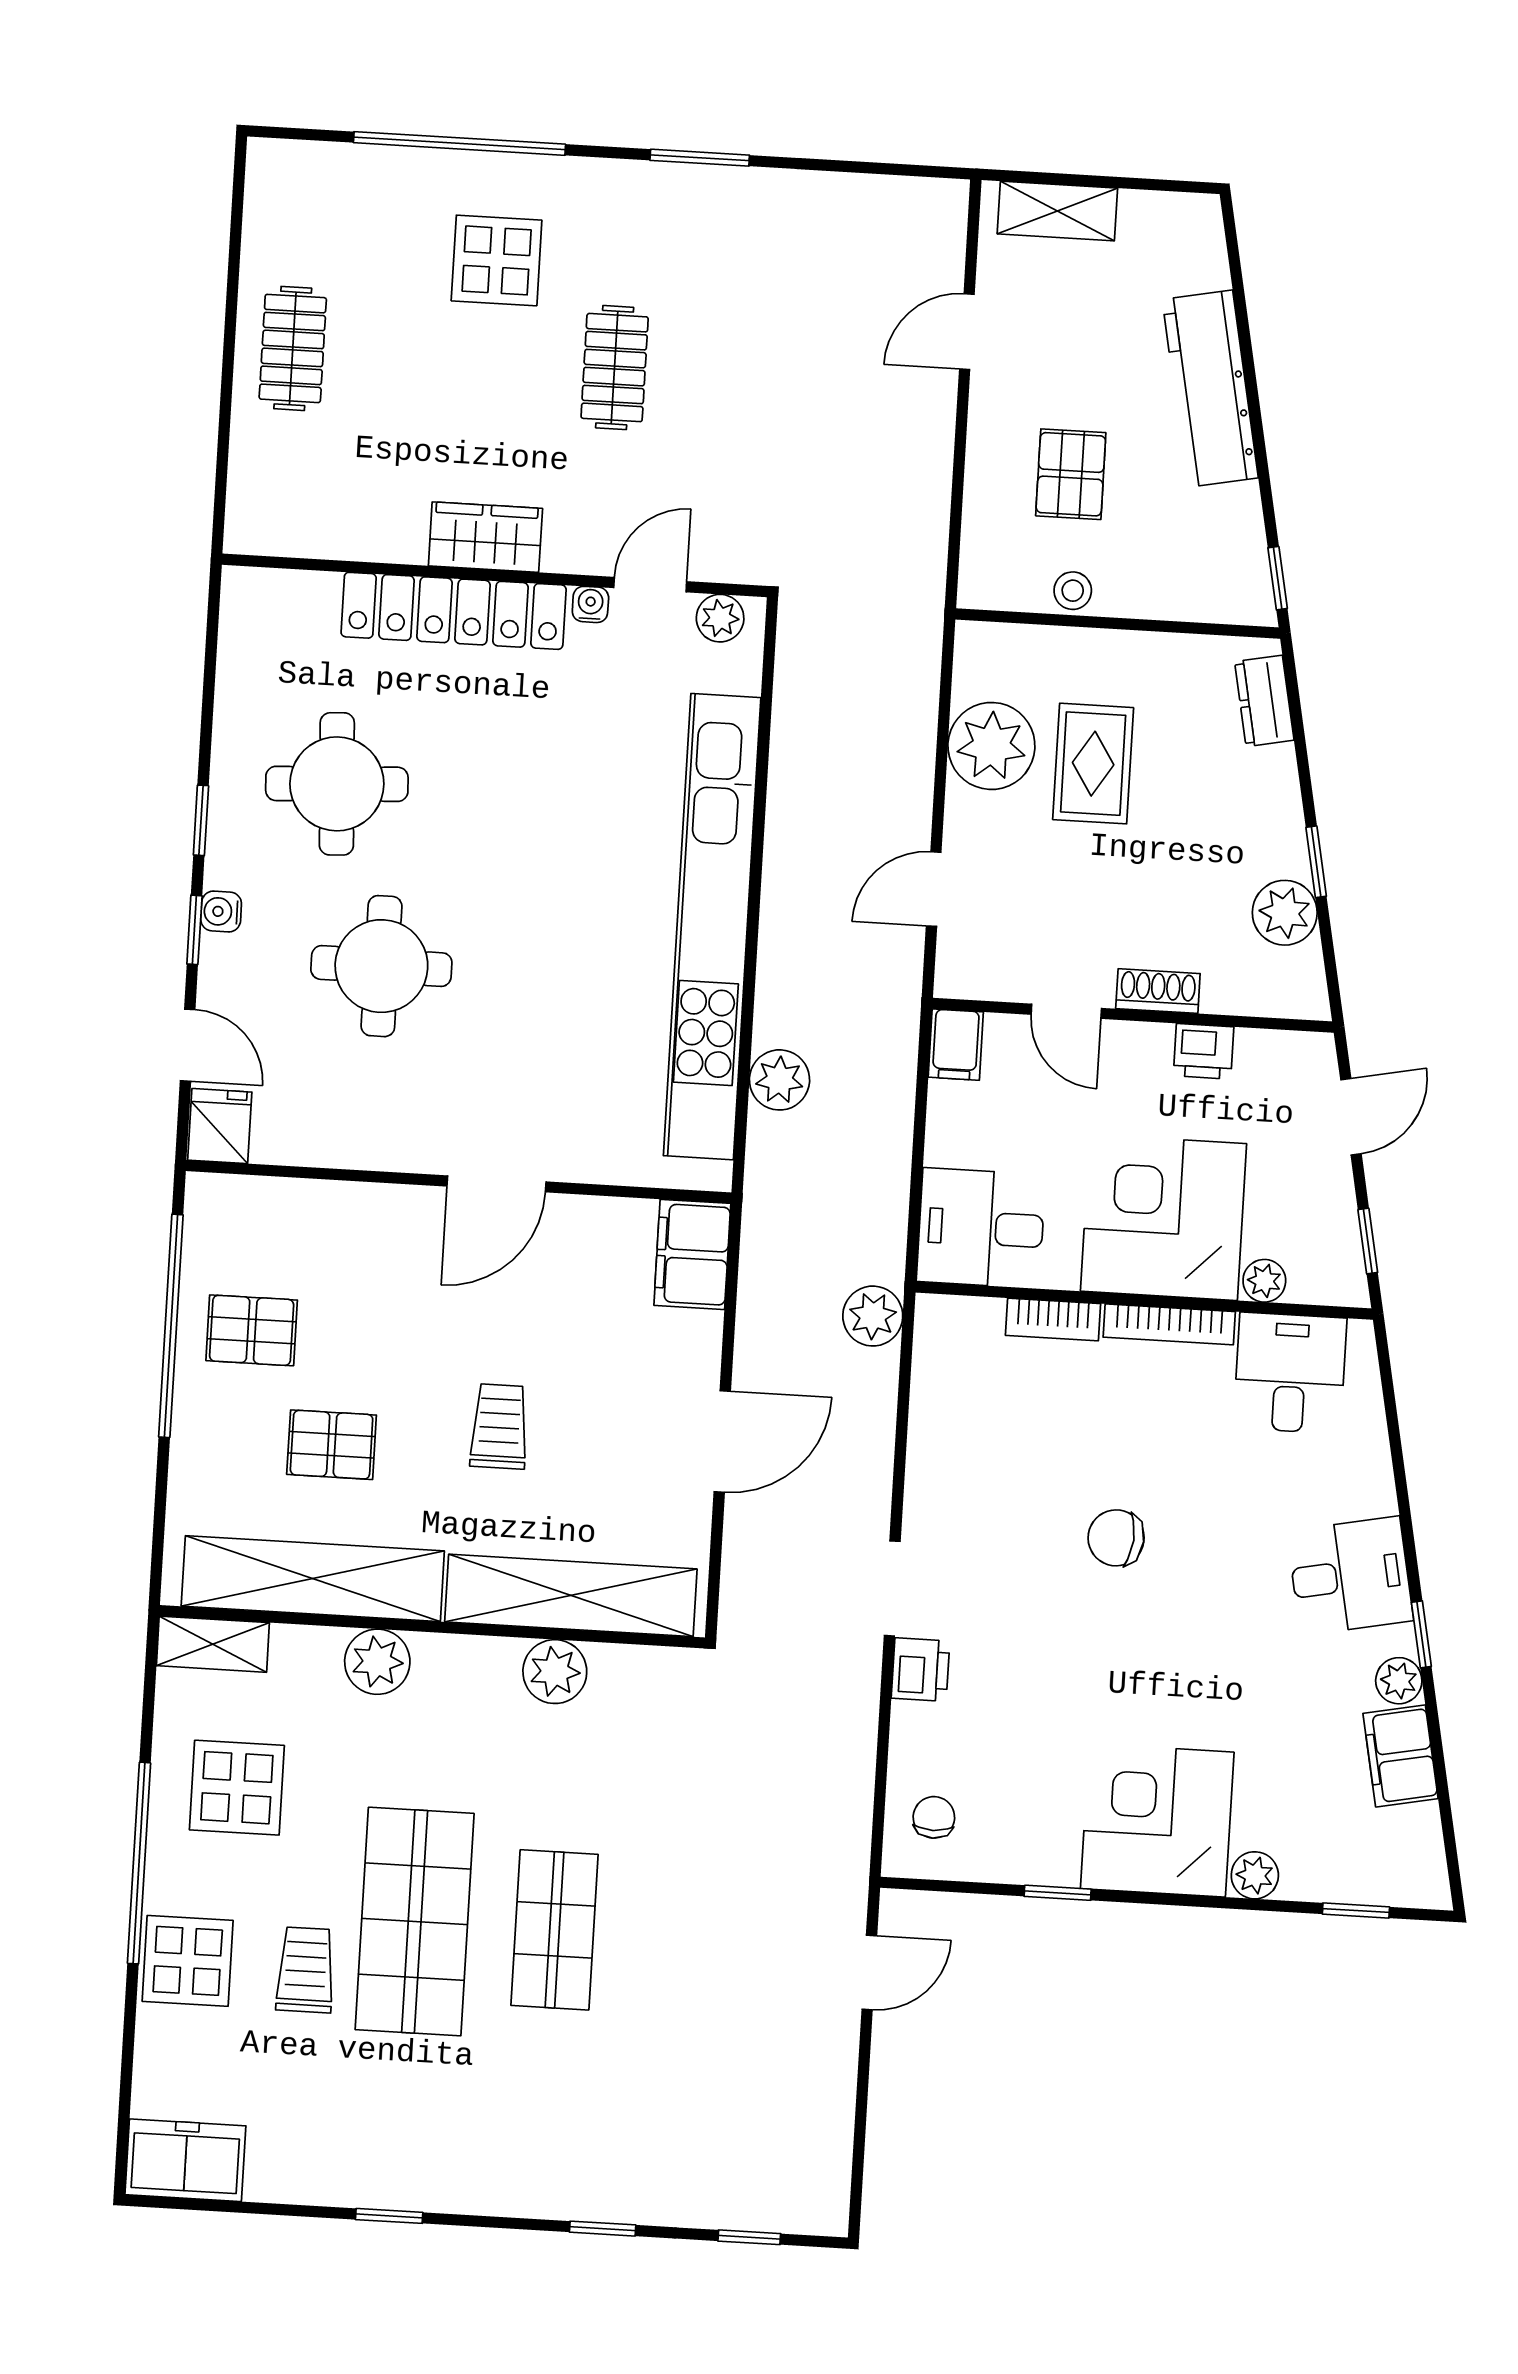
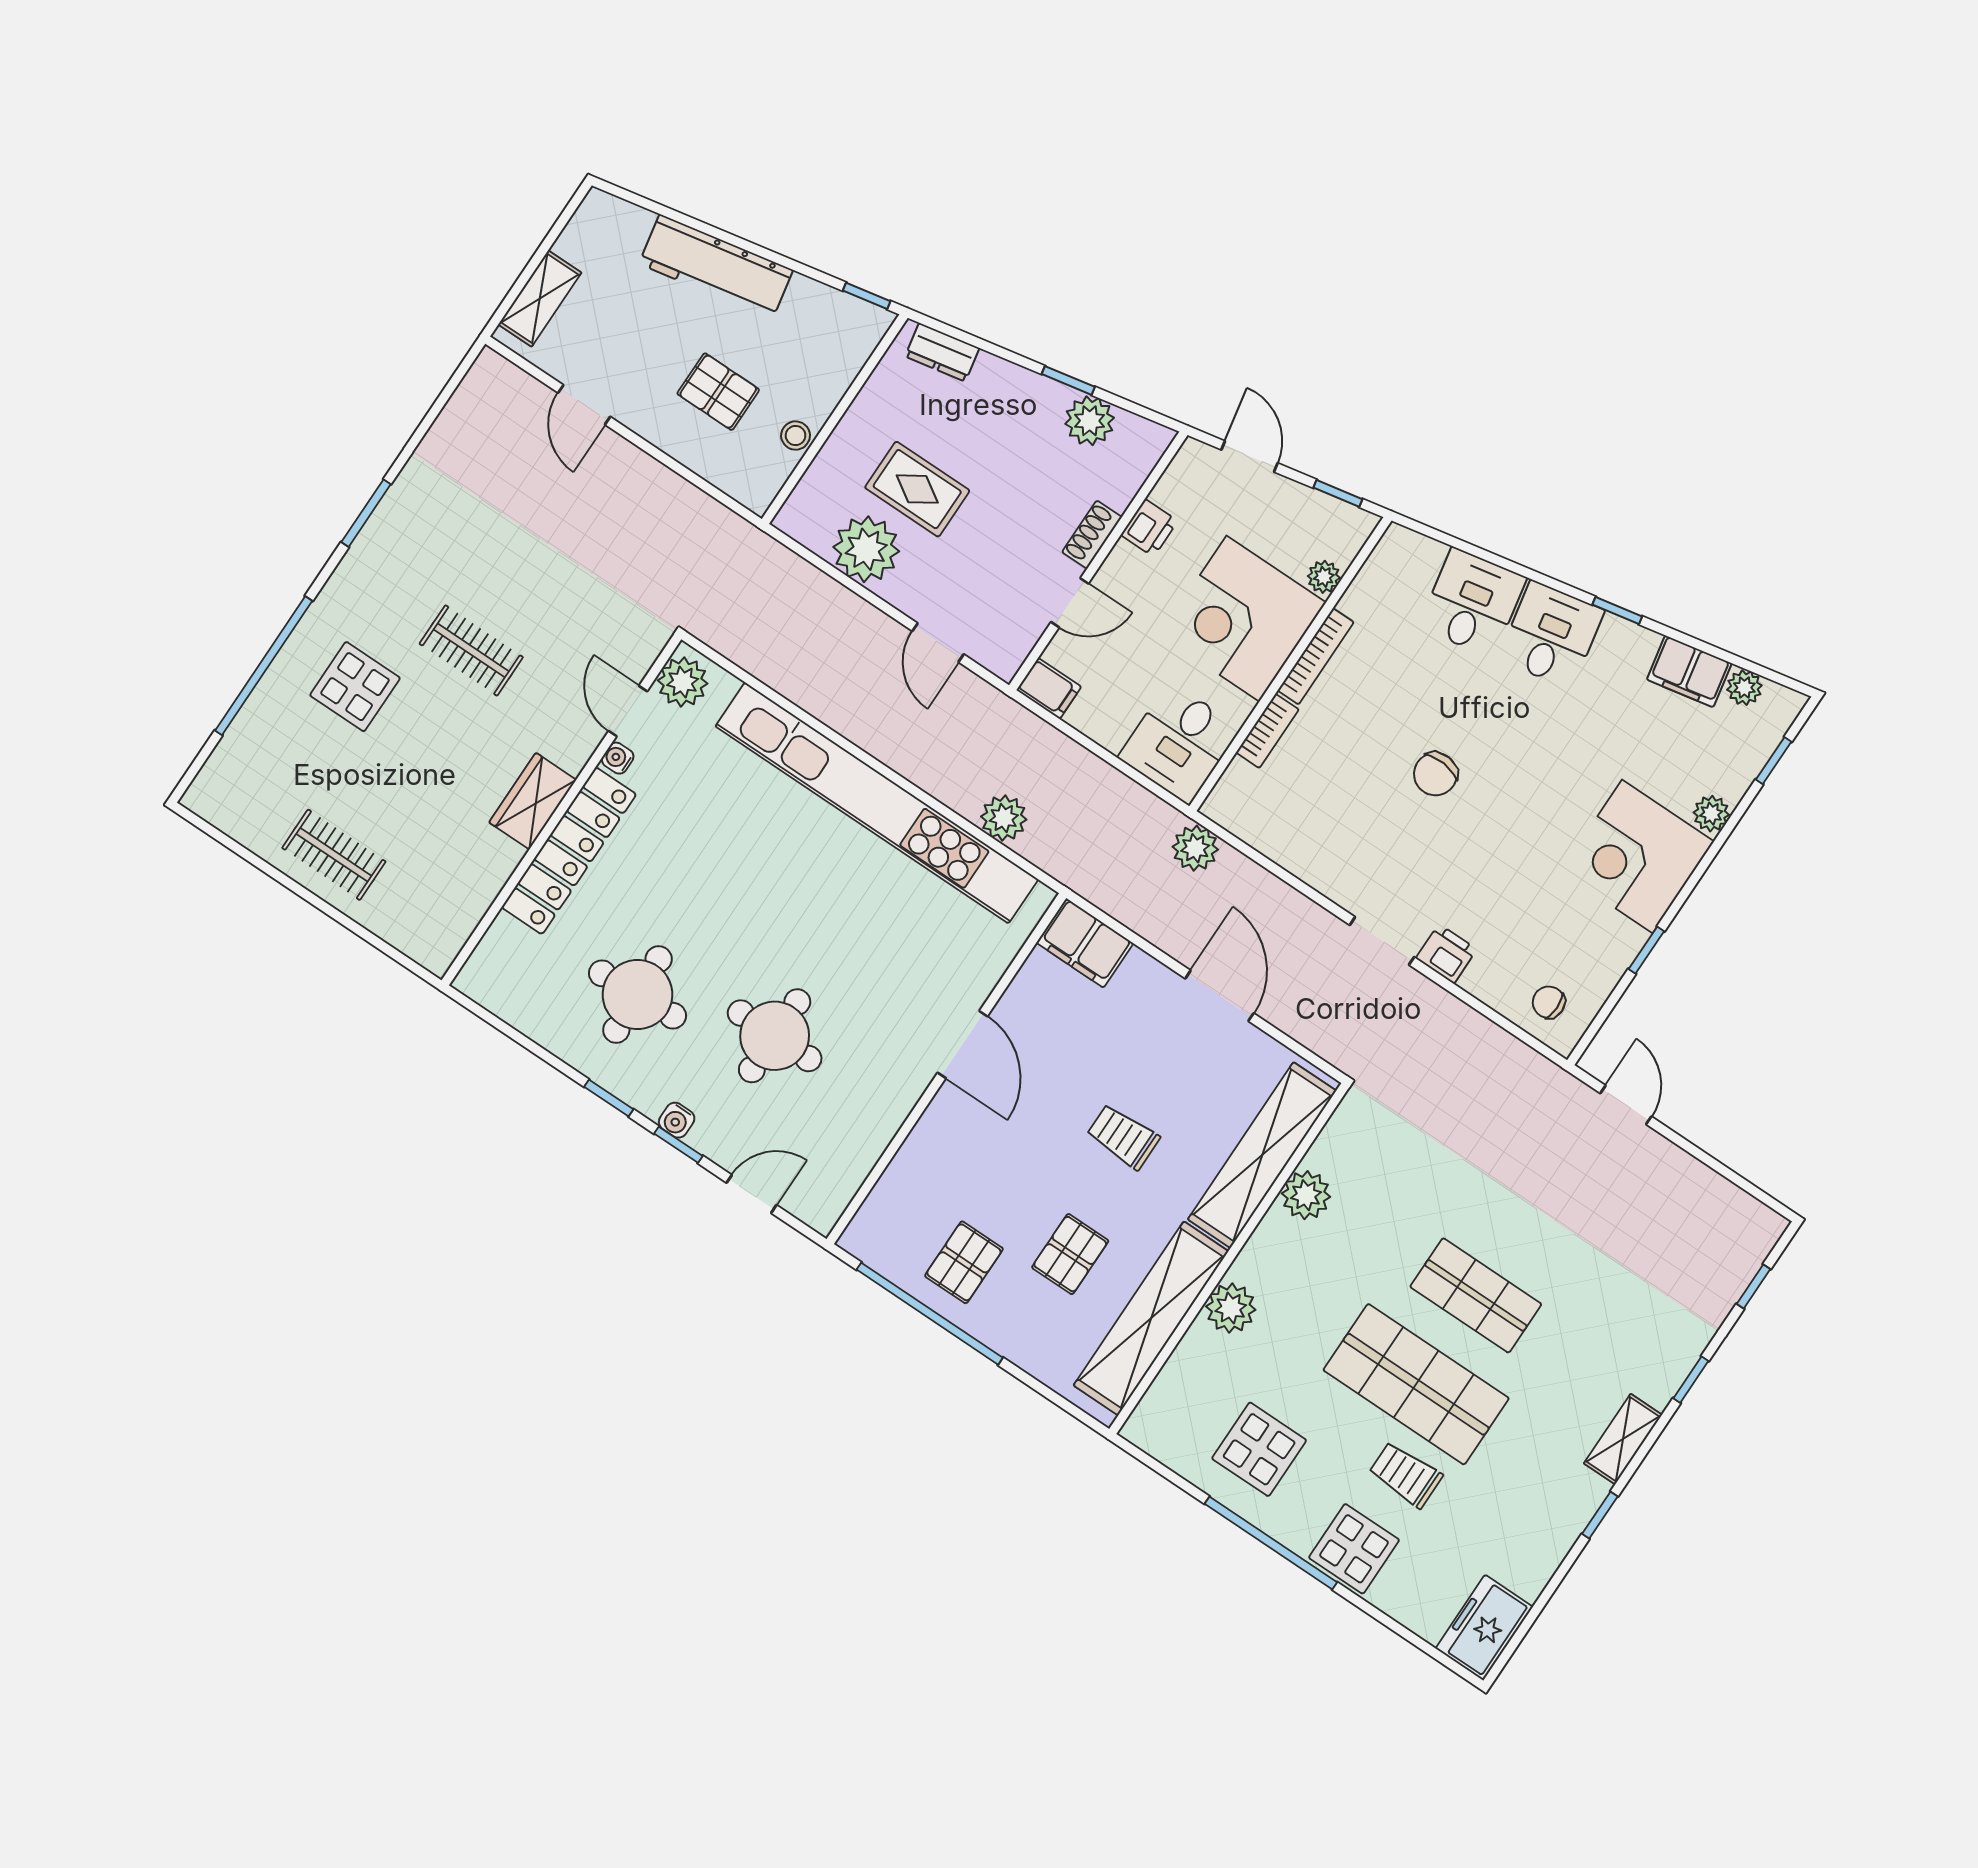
plant: (720, 618) -> (683, 682), width x1.38, depth x1.38
fridge: (220, 1126) -> (817, 1204), removed
desk: (1290, 1373) -> (1473, 603), moved, turned 79
shelving: (213, 1644) -> (1623, 1439), moved
plant: (1399, 1681) -> (1744, 688), moved

